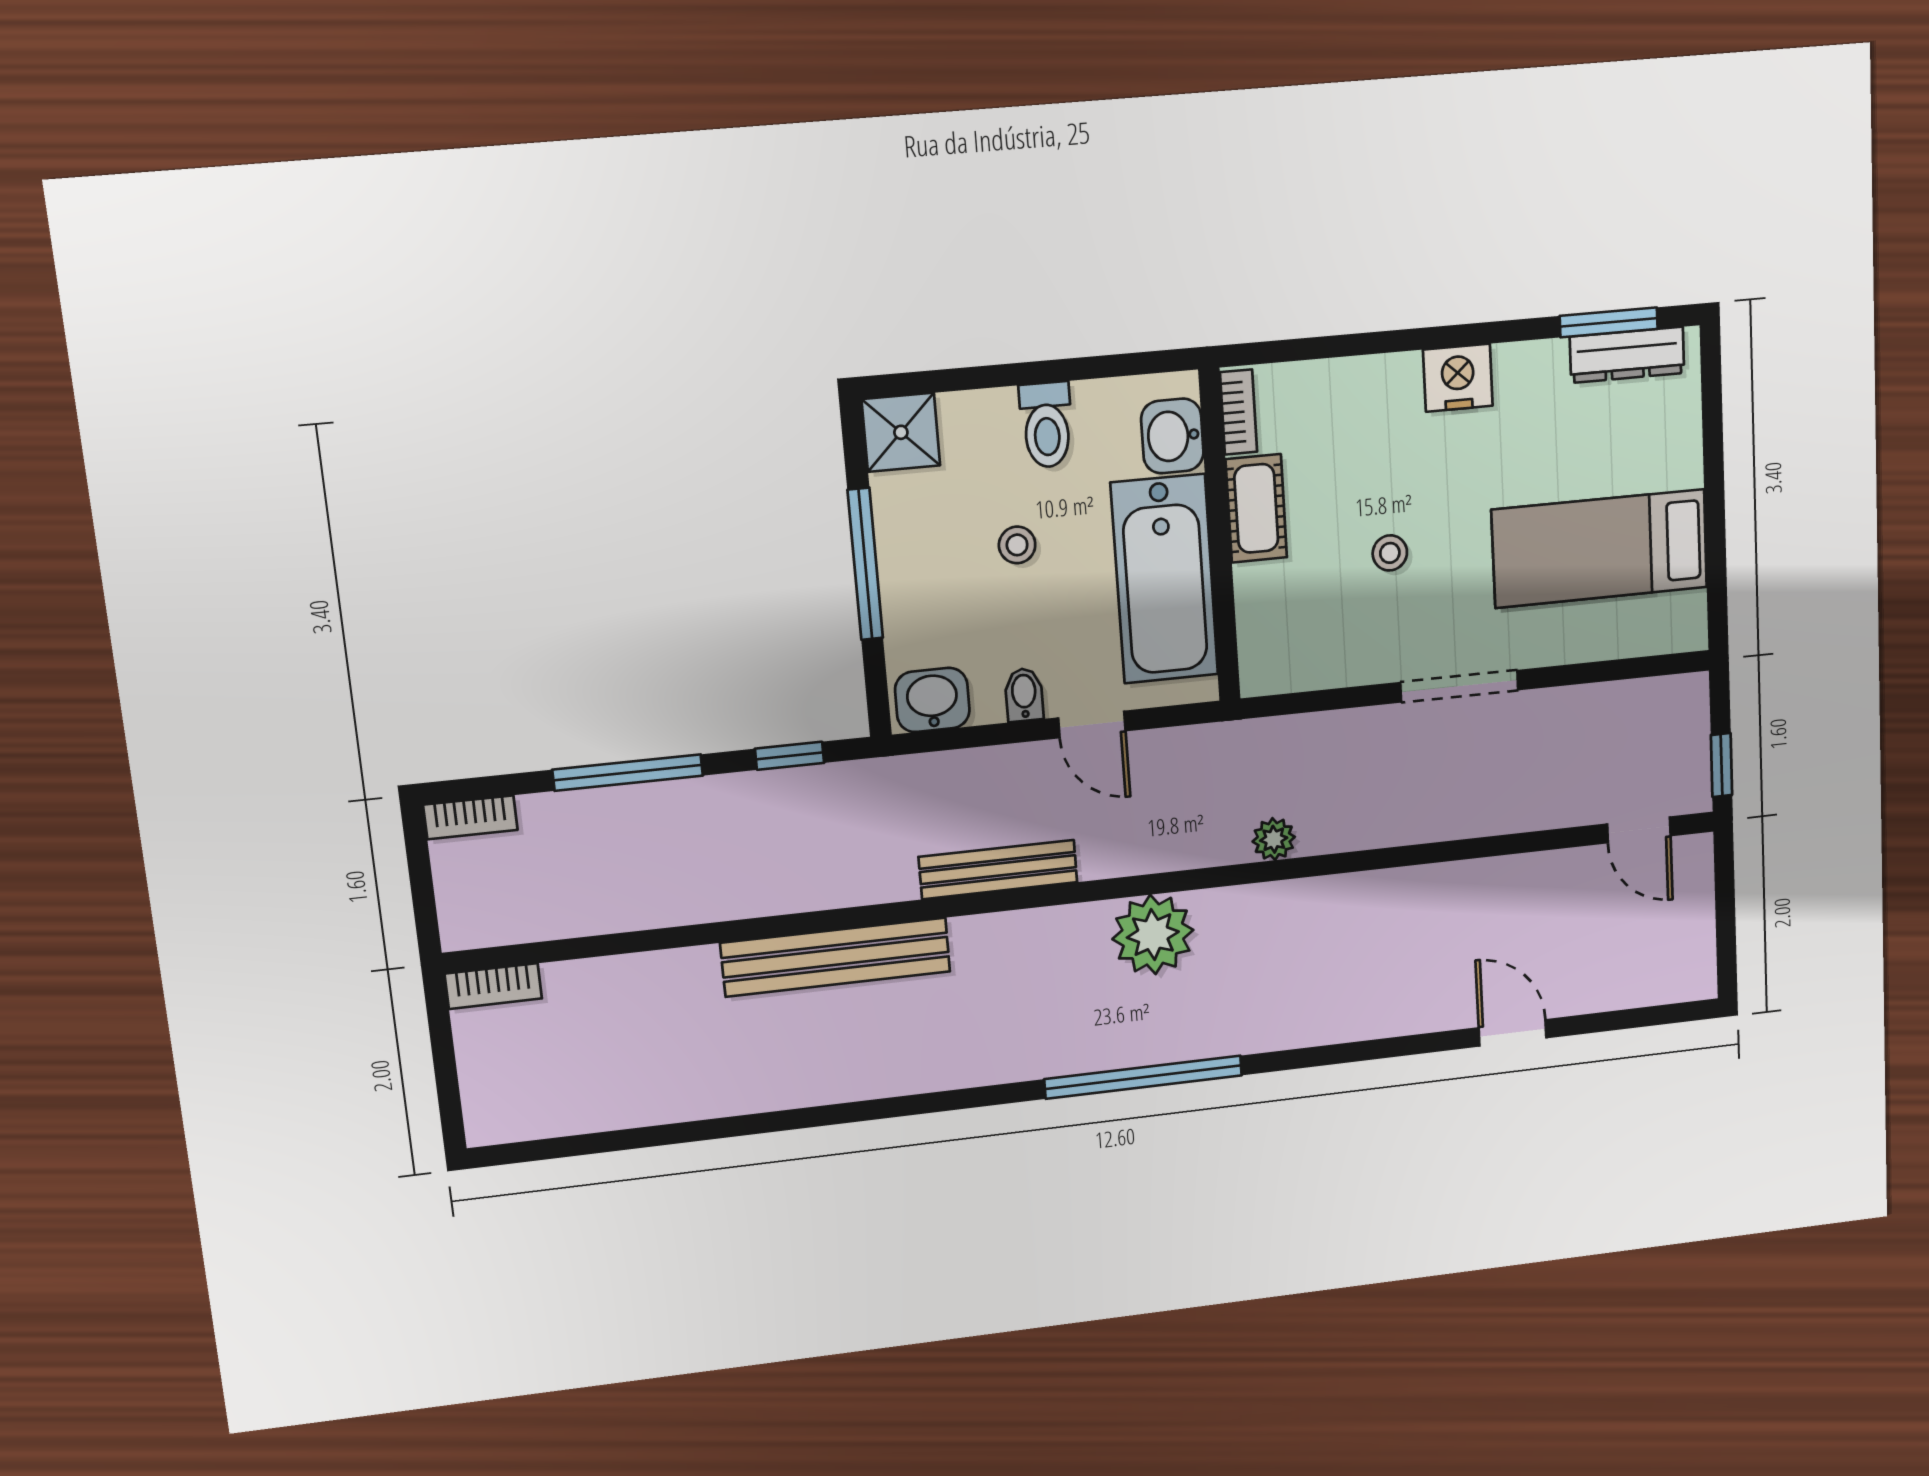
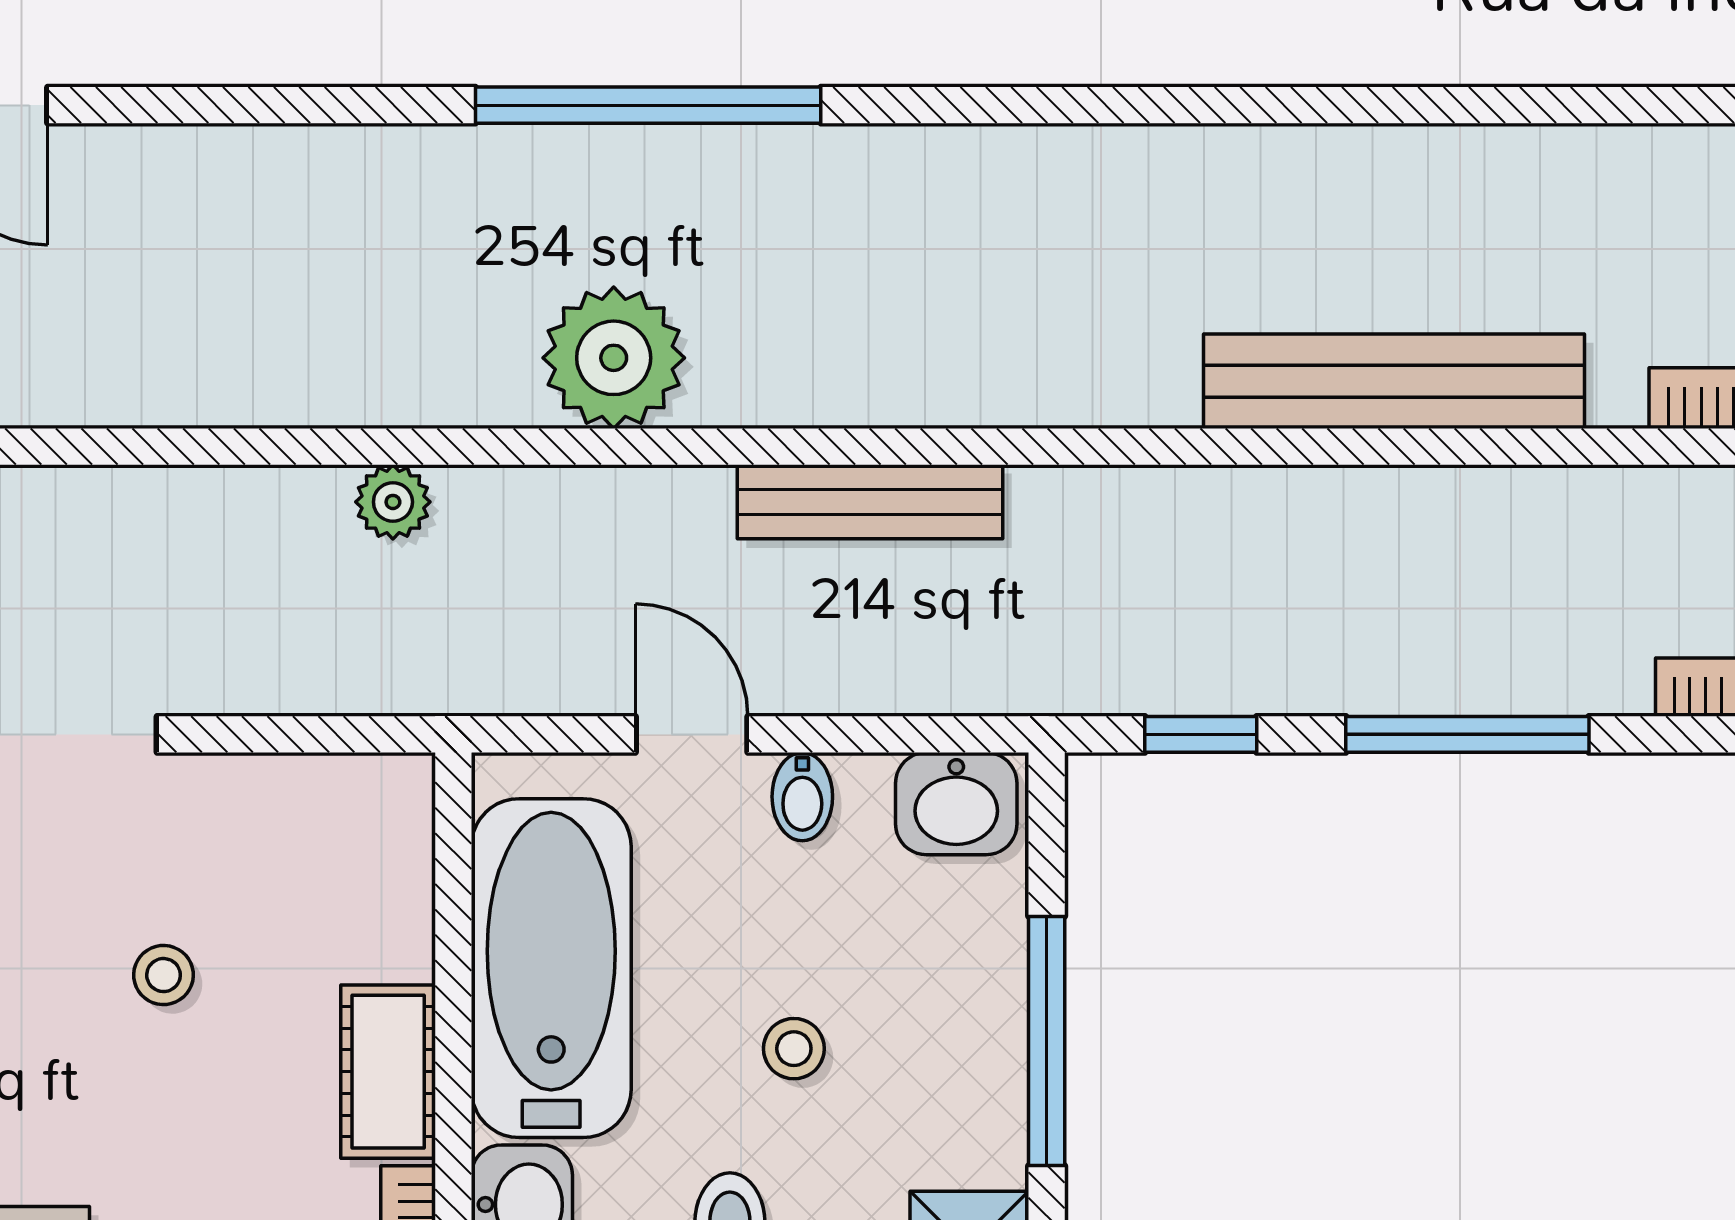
bench: (836, 957) -> (1394, 381), moved

